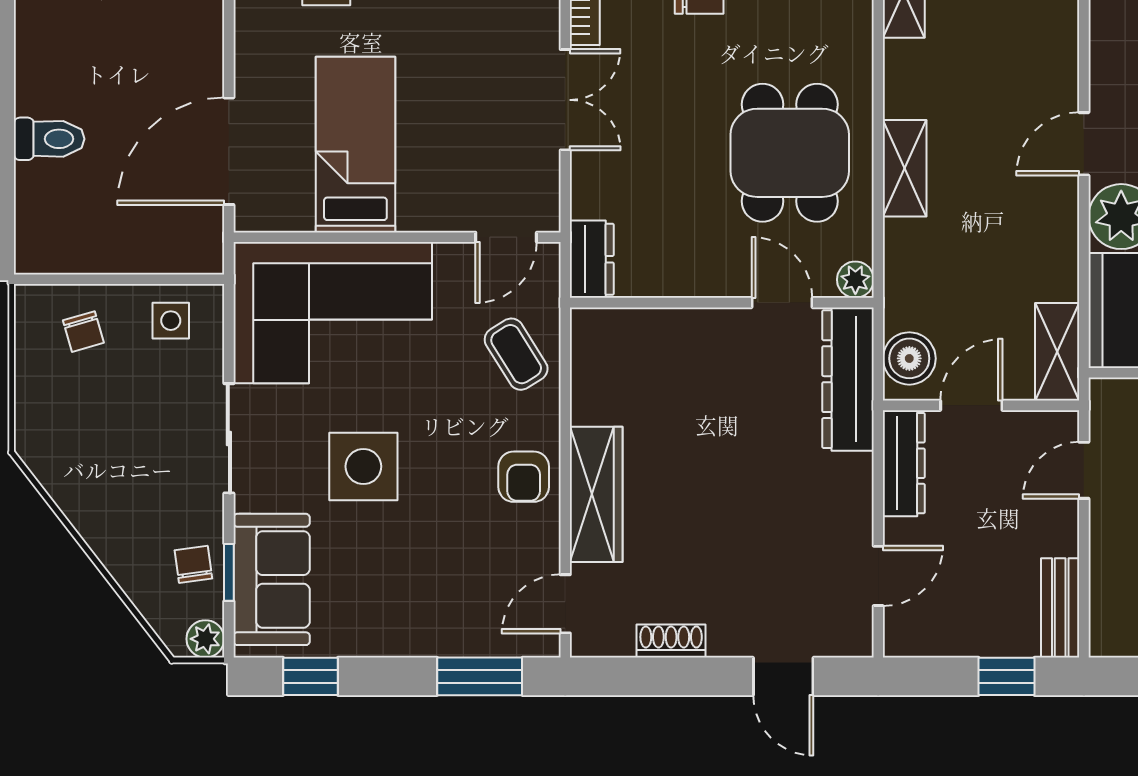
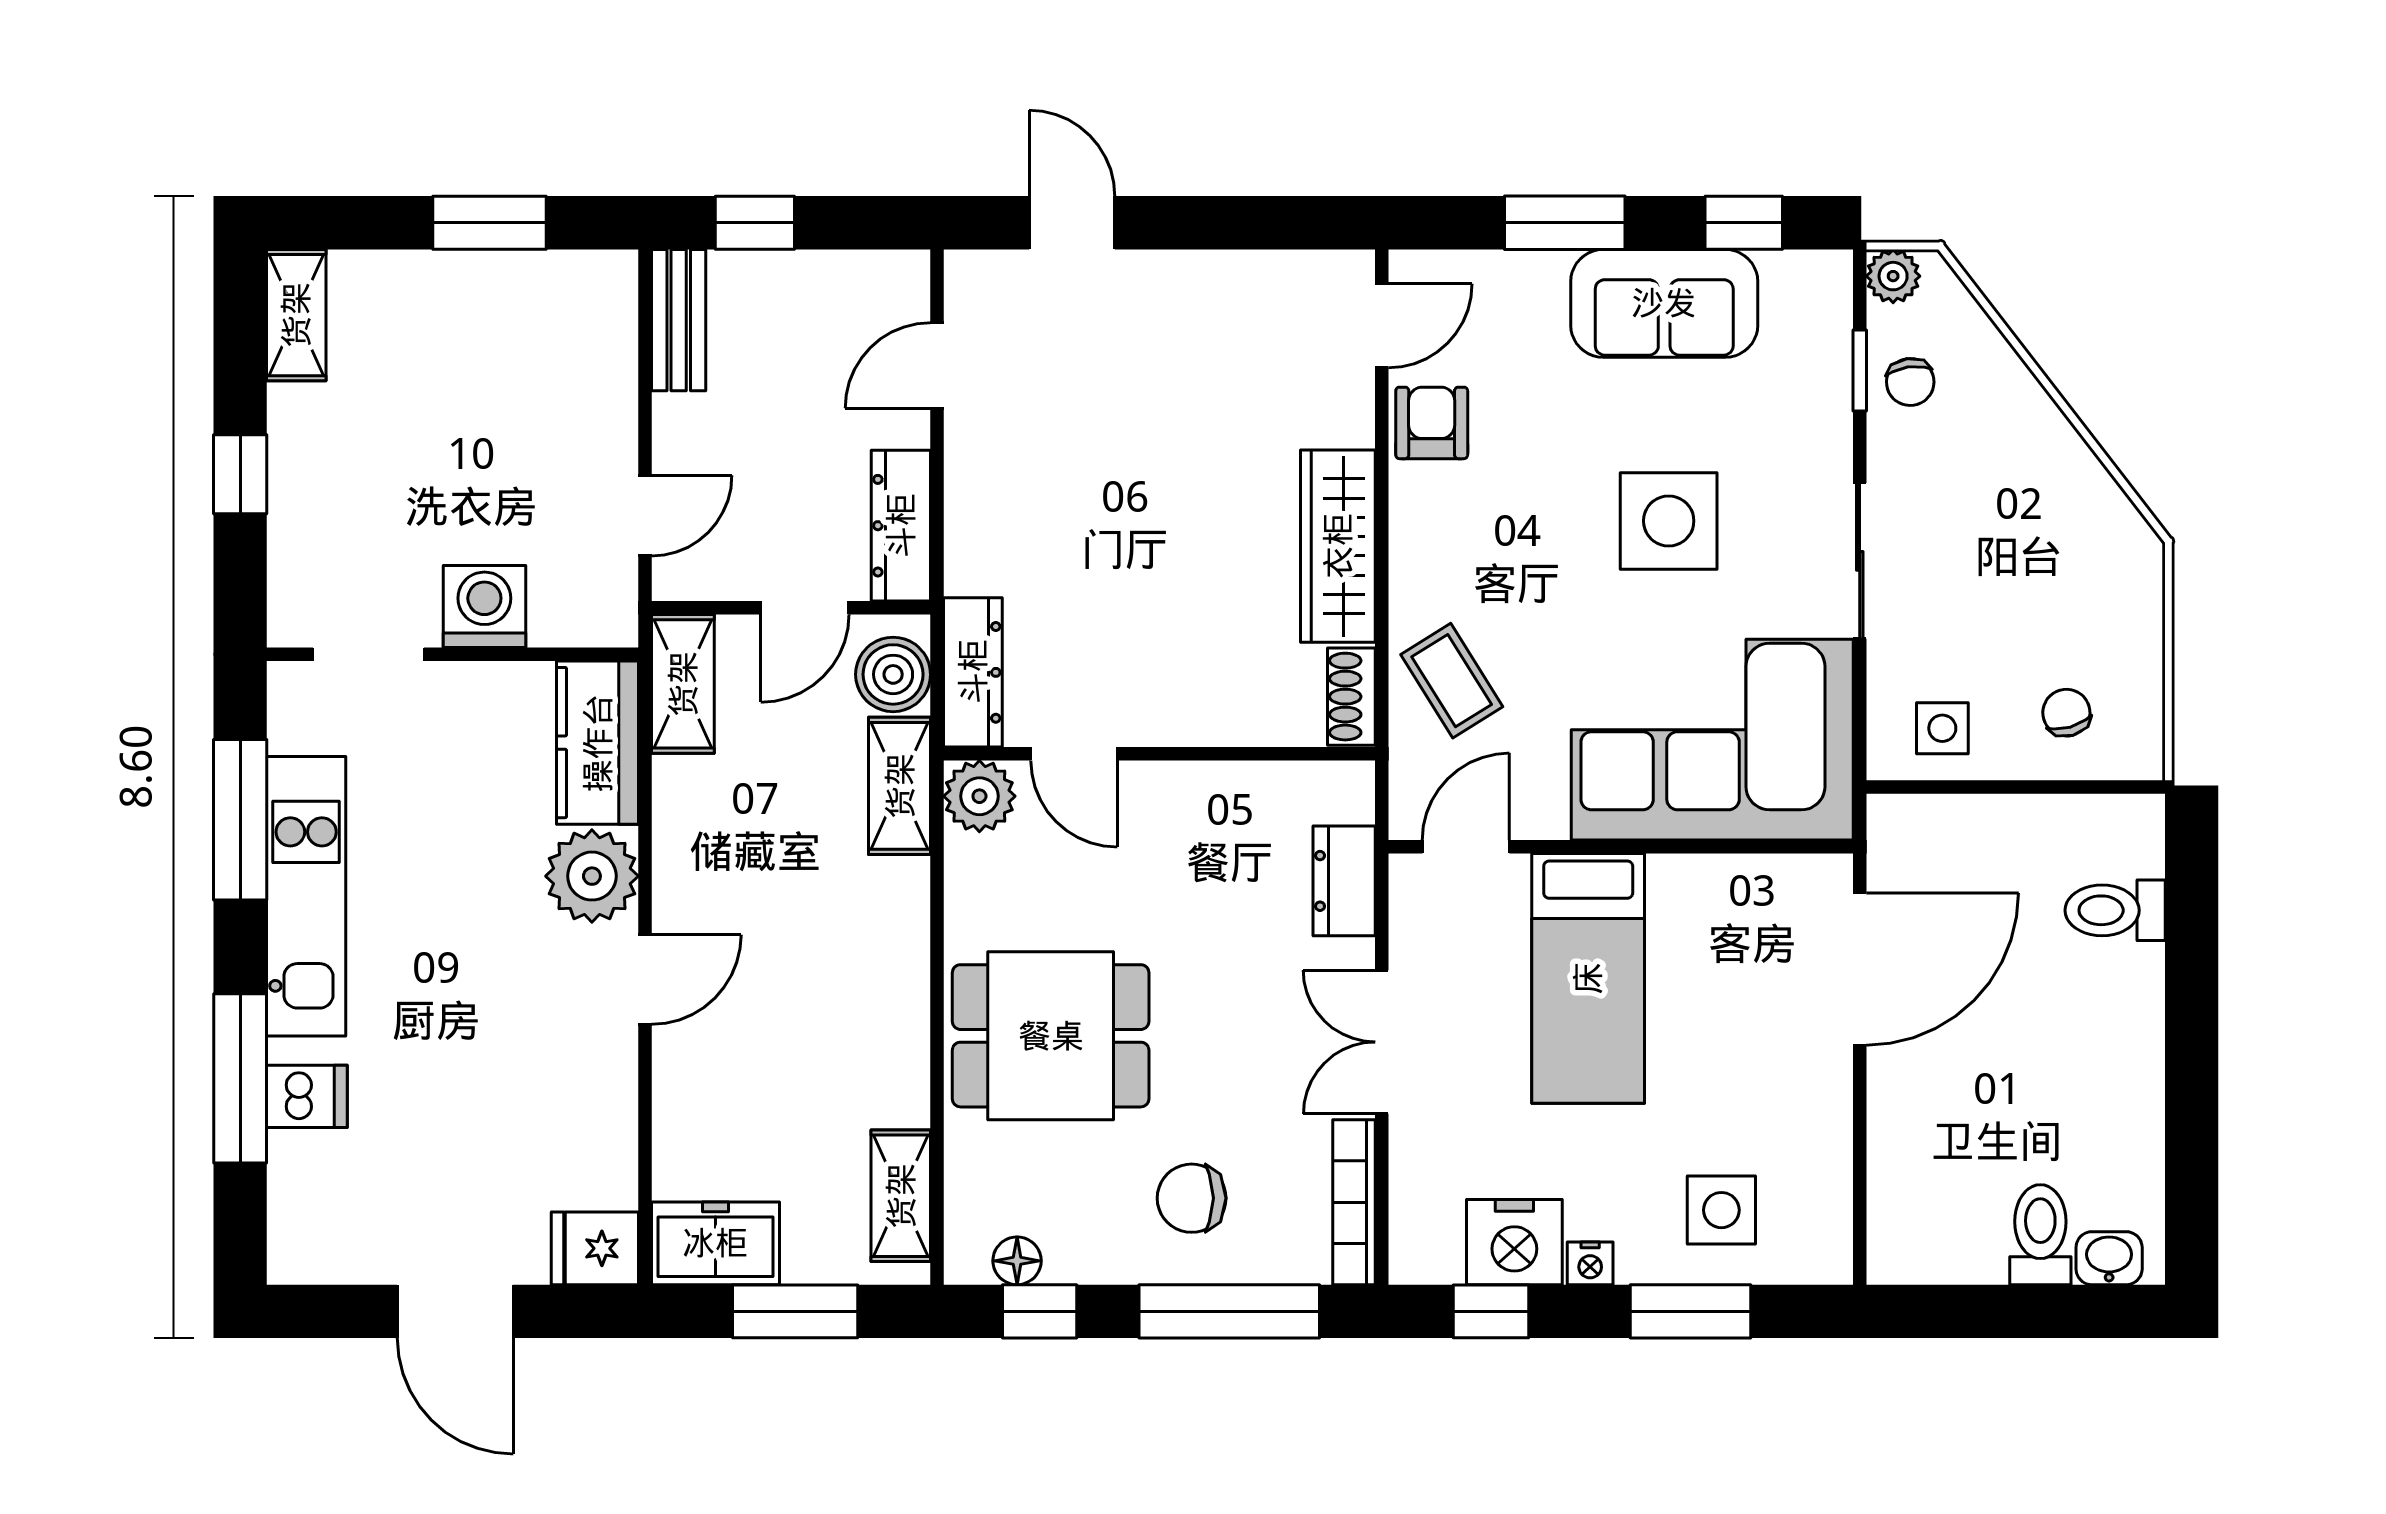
toilet: (49, 139) -> (2115, 910), moved
bed: (355, 145) -> (1588, 978), moved
dining table: (790, 153) -> (1051, 1036), moved, turned 90
shelving: (905, 168) -> (900, 786), moved
dresser: (592, 259) -> (1344, 881), moved
plant: (855, 280) -> (979, 796), width x1.38, depth x1.38
dresser: (848, 379) -> (973, 672), width x0.73, depth x0.80
armchair: (524, 477) -> (1432, 423), moved
wardrobe: (596, 494) -> (1338, 546), moved
sofa: (272, 579) -> (1664, 303), moved, turned -90
shoe rack: (671, 641) -> (1351, 697), moved, turned 90
window: (480, 676) -> (1565, 223), moved

